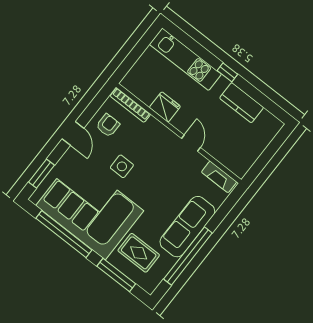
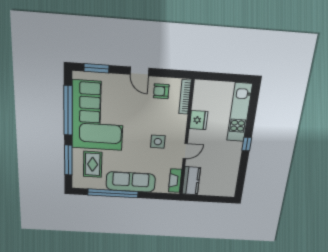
kitchen counter: (242, 103) -> (191, 181), moved, turned 180
armchair: (108, 125) -> (161, 91), turned 180
door: (73, 133) -> (139, 71), hinge flipped
side table: (122, 166) -> (158, 142), moved

